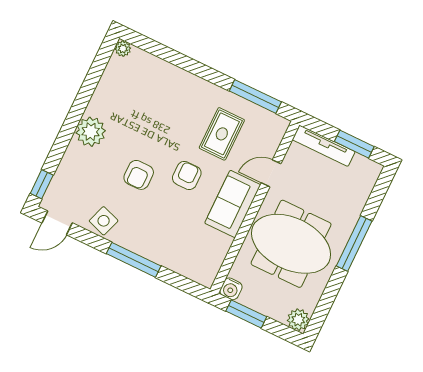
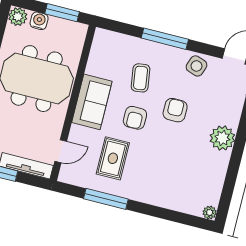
window: (255, 96) -> (106, 199), moved
door: (271, 173) -> (61, 151), moved
coffee table: (171, 220) -> (141, 78), added
water cooler: (231, 289) -> (39, 21), moved

